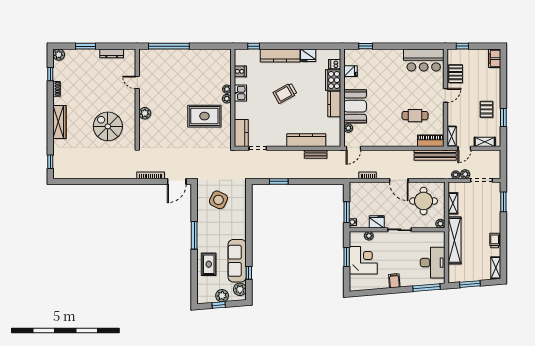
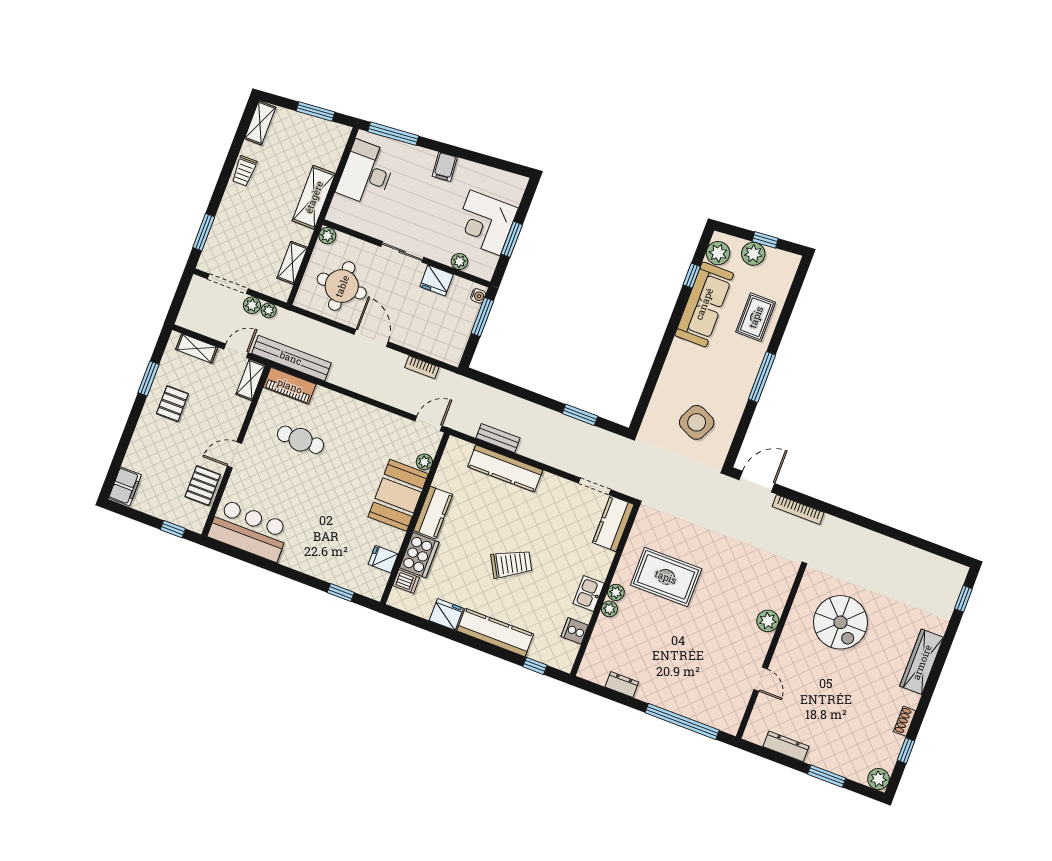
dresser: (206, 53) -> (622, 684), added
shelving: (455, 240) -> (314, 197), width x0.68

